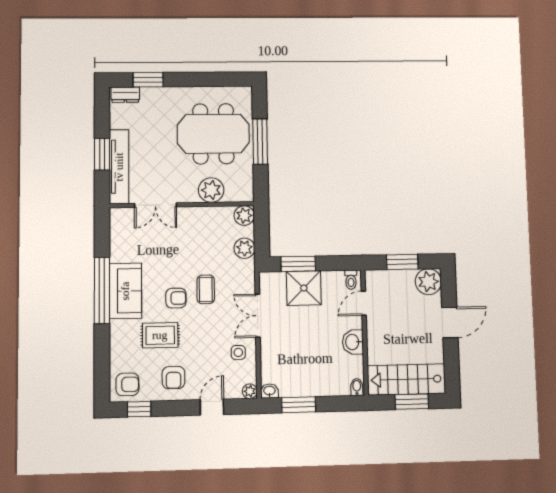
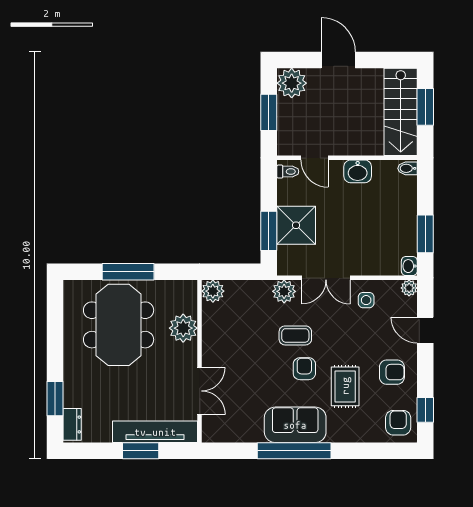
plant: (244, 248) -> (284, 291), moved

